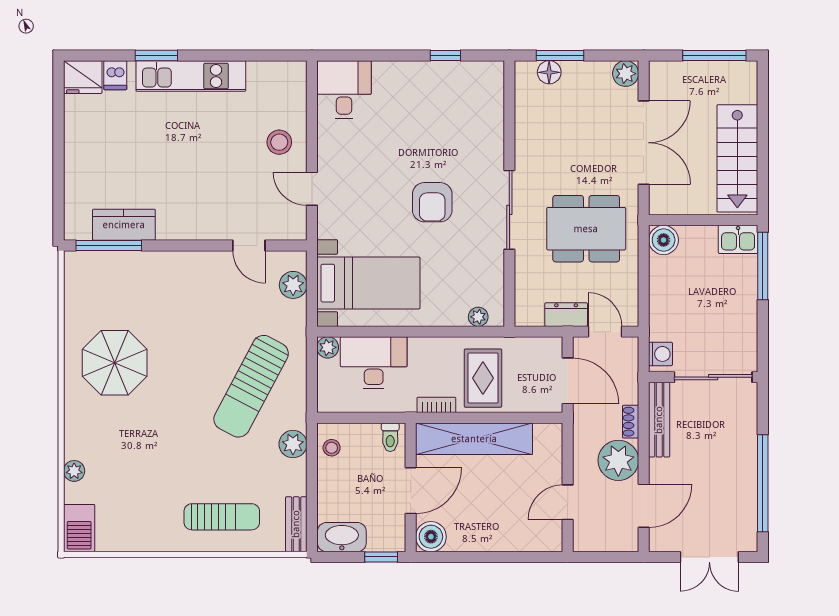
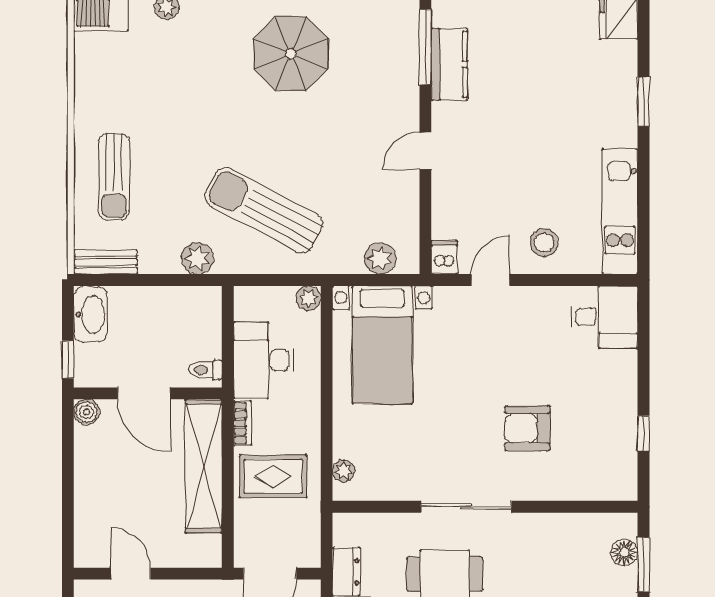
dishwasher: (115, 75) -> (444, 257), moved, turned 90
kitchen unit: (191, 76) -> (620, 211), moved
armchair: (432, 202) -> (527, 428), moved
door: (249, 245) -> (425, 151), moved
desk: (374, 363) -> (264, 360), moved, turned 180
stool: (332, 448) -> (193, 303), removed
boiler: (431, 537) -> (86, 412), width x0.73, depth x0.73

